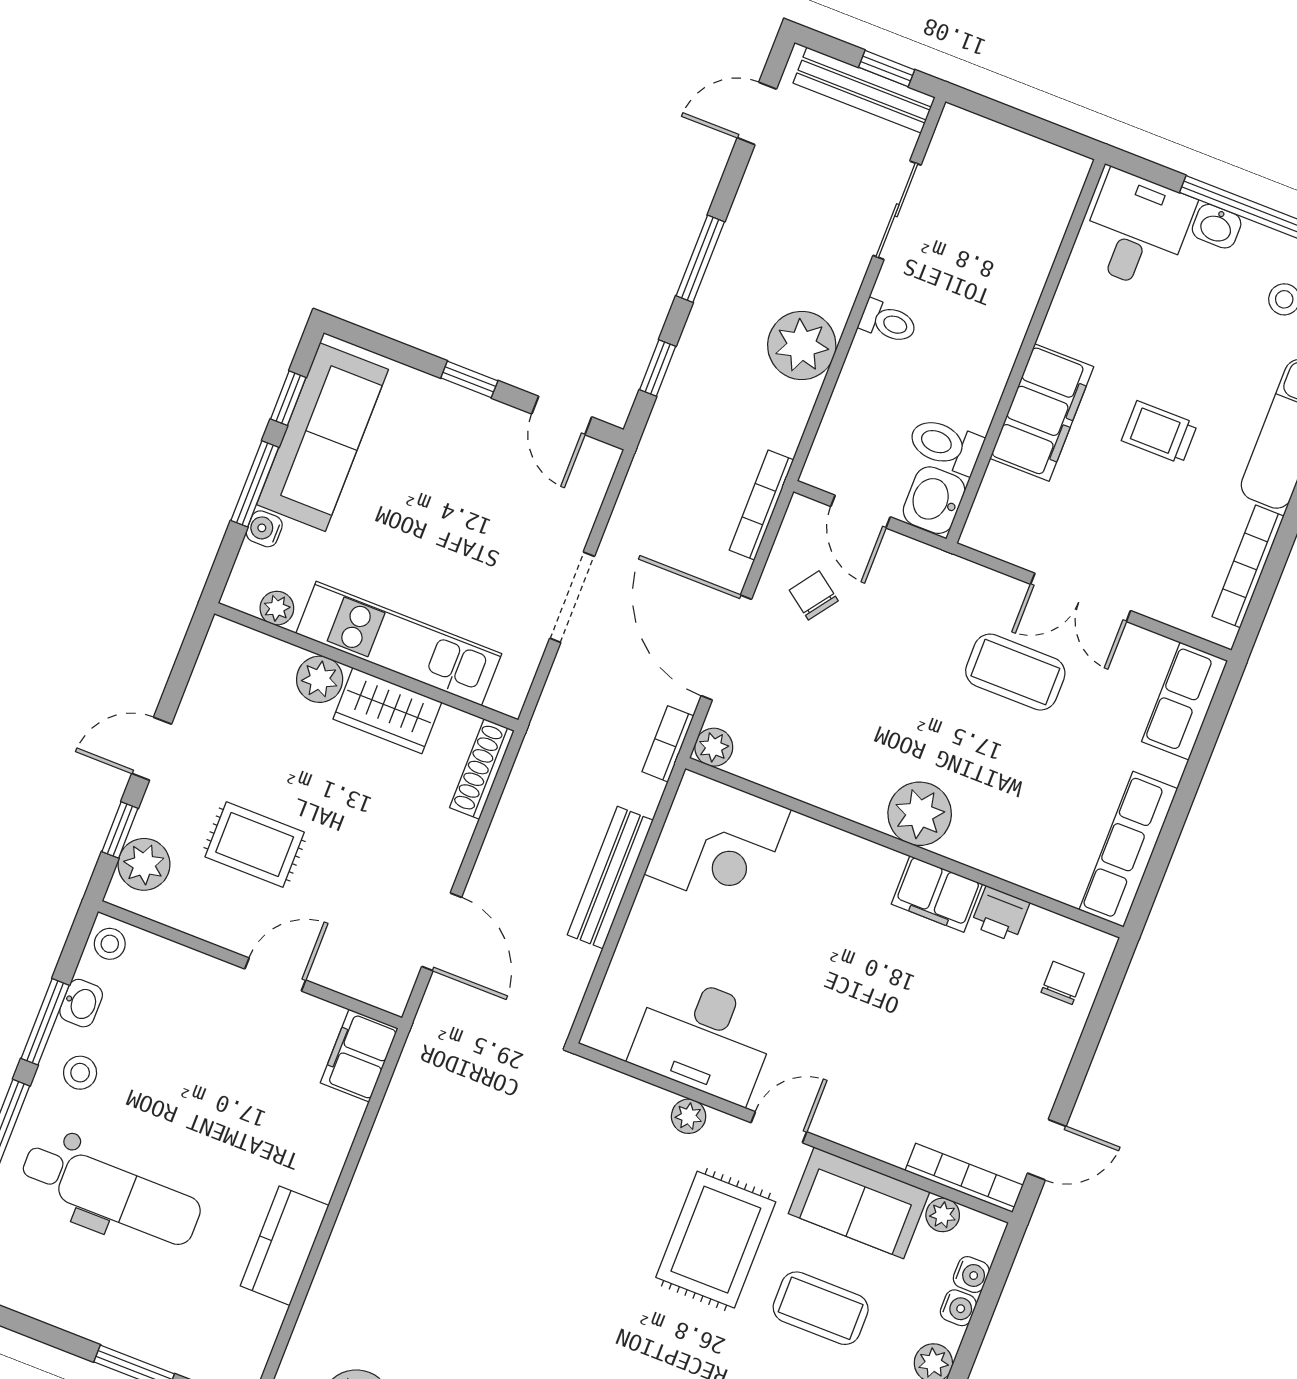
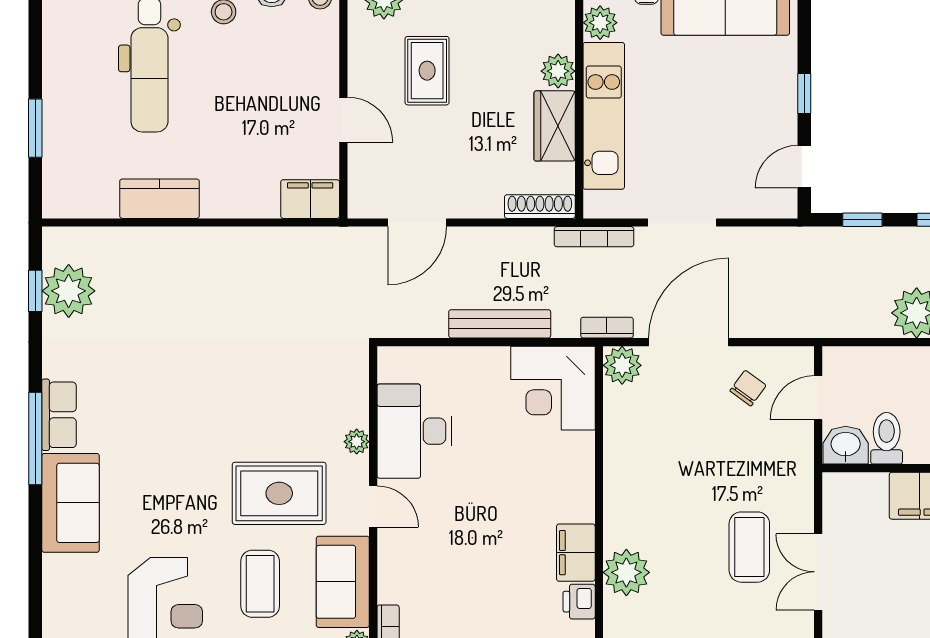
bookcase: (761, 505) -> (594, 237), moved, turned 180
plant: (277, 608) -> (600, 23), width x1.38, depth x1.38
plant: (714, 747) -> (622, 365), width x1.38, depth x1.38
plant: (920, 814) -> (626, 572), moved

